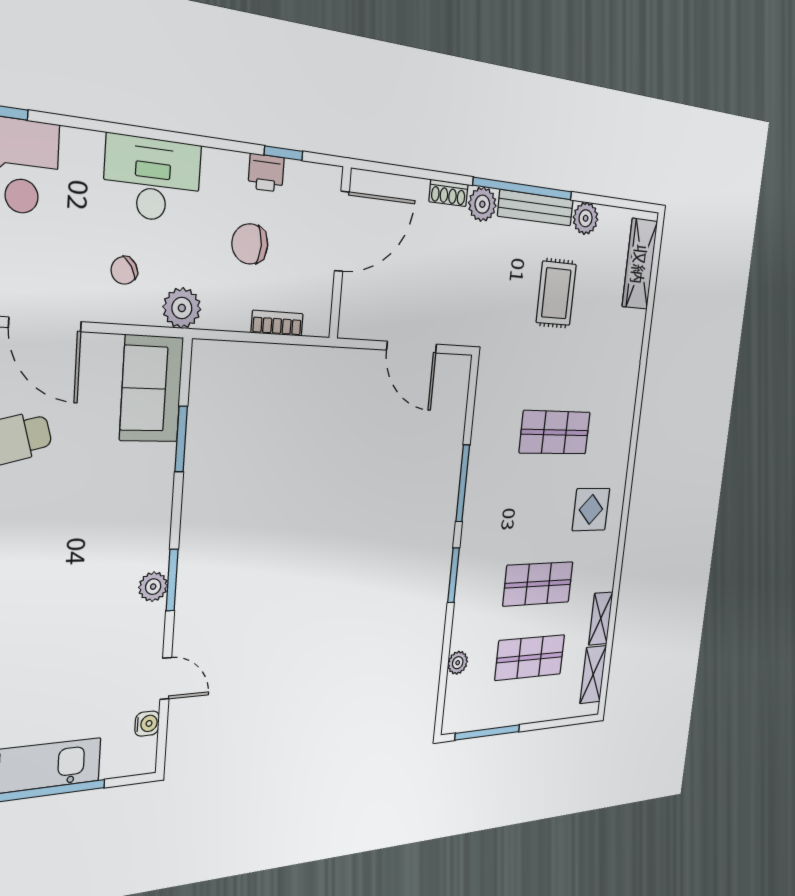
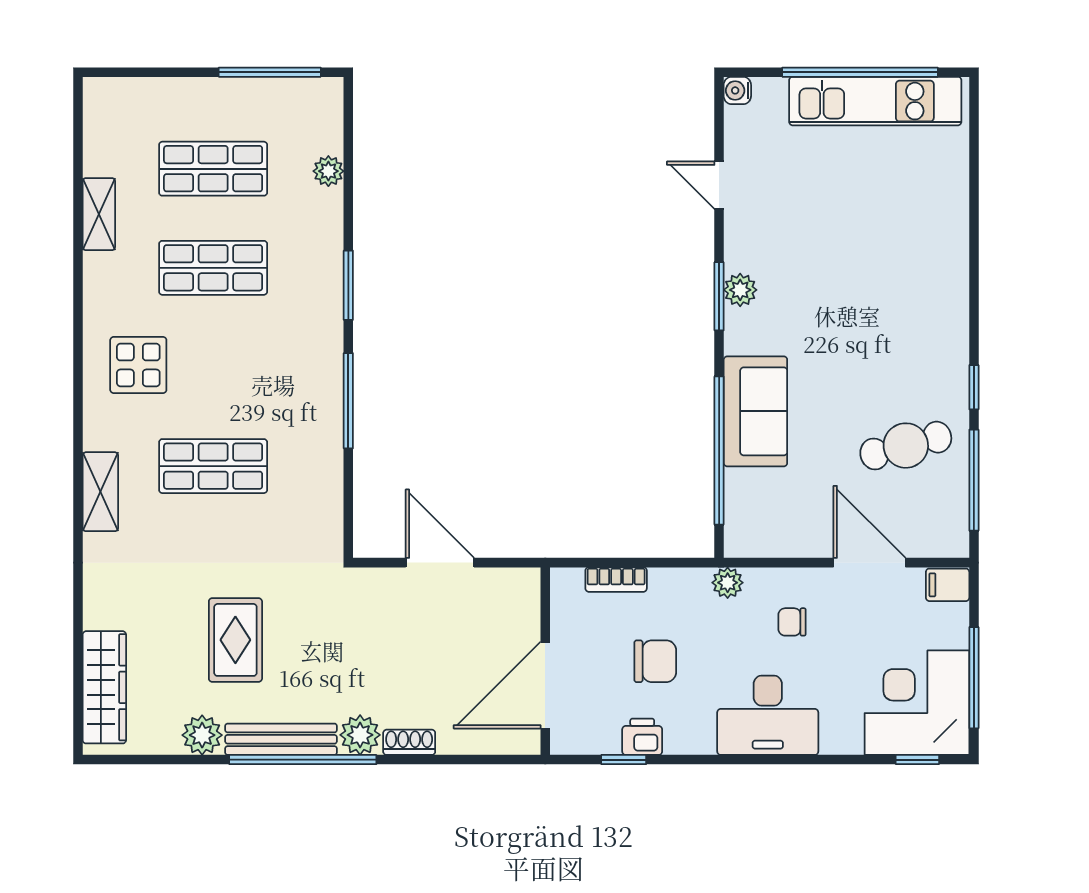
chair: (124, 270) -> (792, 622), turned -148
plant: (182, 308) -> (728, 583), width x0.73, depth x0.73
sofa: (151, 389) -> (755, 411), moved
window: (181, 439) -> (719, 451), width x2.11
shelving: (593, 675) -> (100, 492), moved
water cooler: (147, 724) -> (737, 90), moved

